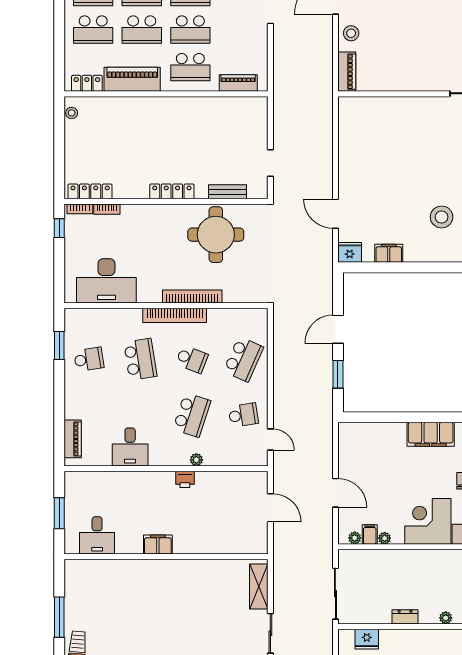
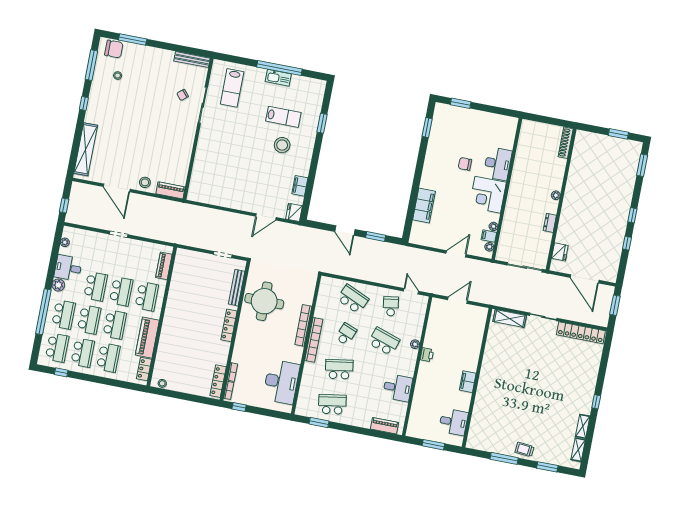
bench: (227, 192) -> (237, 288), width x1.36
school desk: (89, 359) -> (332, 404), width x1.85
filing cabinet: (431, 434) -> (424, 205), moved
door: (270, 439) -> (411, 291), hinge flipped

